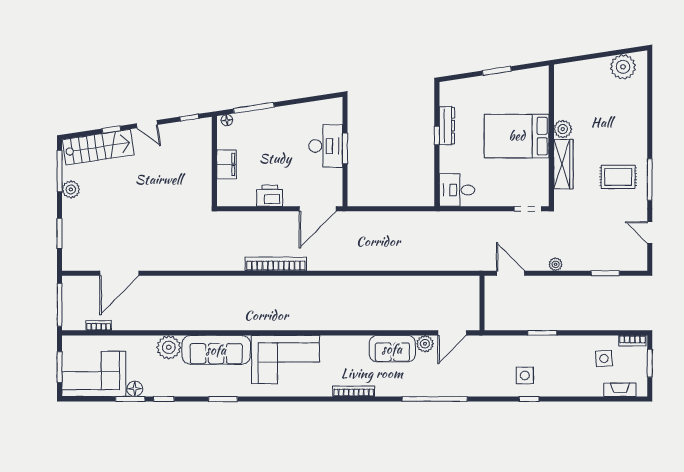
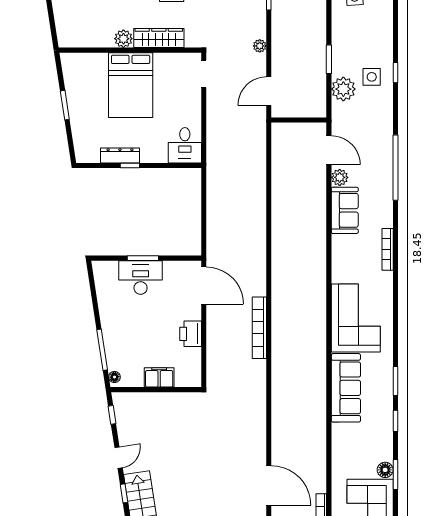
plant: (169, 347) -> (343, 89), moved
window: (164, 399) -> (395, 421), moved

